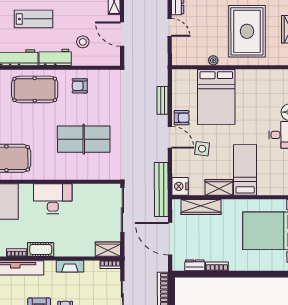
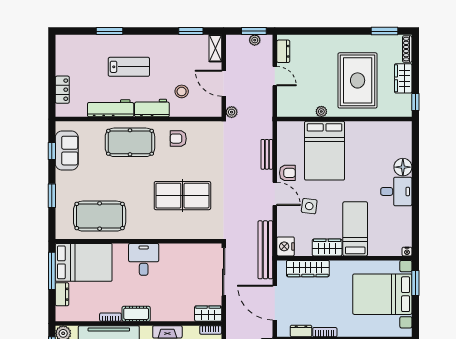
plant: (129, 61) -> (232, 112), added
desk: (53, 199) -> (144, 259), width x0.73

